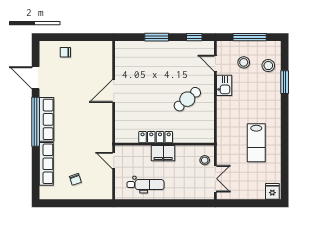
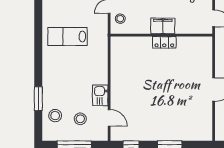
cafe table: (187, 99) -> (138, 81), removed
locker: (156, 137) -> (164, 42), width x0.66
lab bench: (256, 143) -> (67, 37), turned -90

